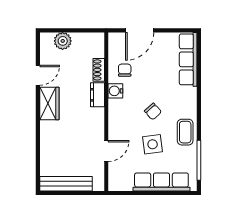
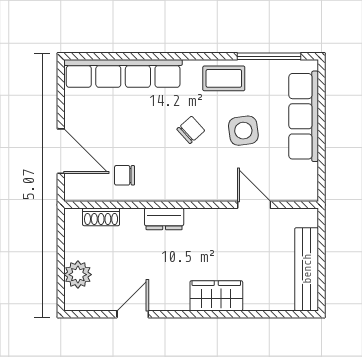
row of seats: (188, 59) -> (123, 73), width x1.36
shoe rack: (99, 70) -> (101, 217), moved
door: (38, 75) -> (133, 314), hinge flipped
water cooler: (115, 91) -> (158, 190), removed
wardrobe: (49, 103) -> (216, 296), moved

